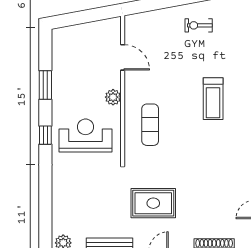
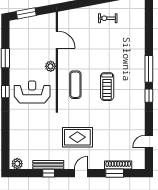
window: (77, 18) -> (26, 13), added
treadmill: (213, 99) -> (107, 87), moved

